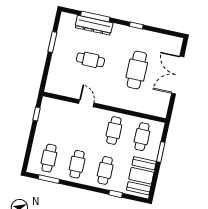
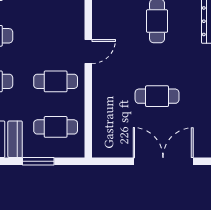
cafe table: (137, 70) -> (157, 96), width x0.73, depth x0.74
door: (86, 103) -> (88, 52), moved

